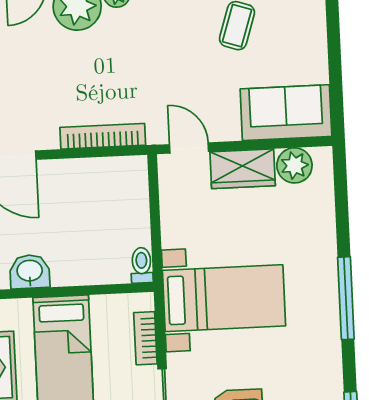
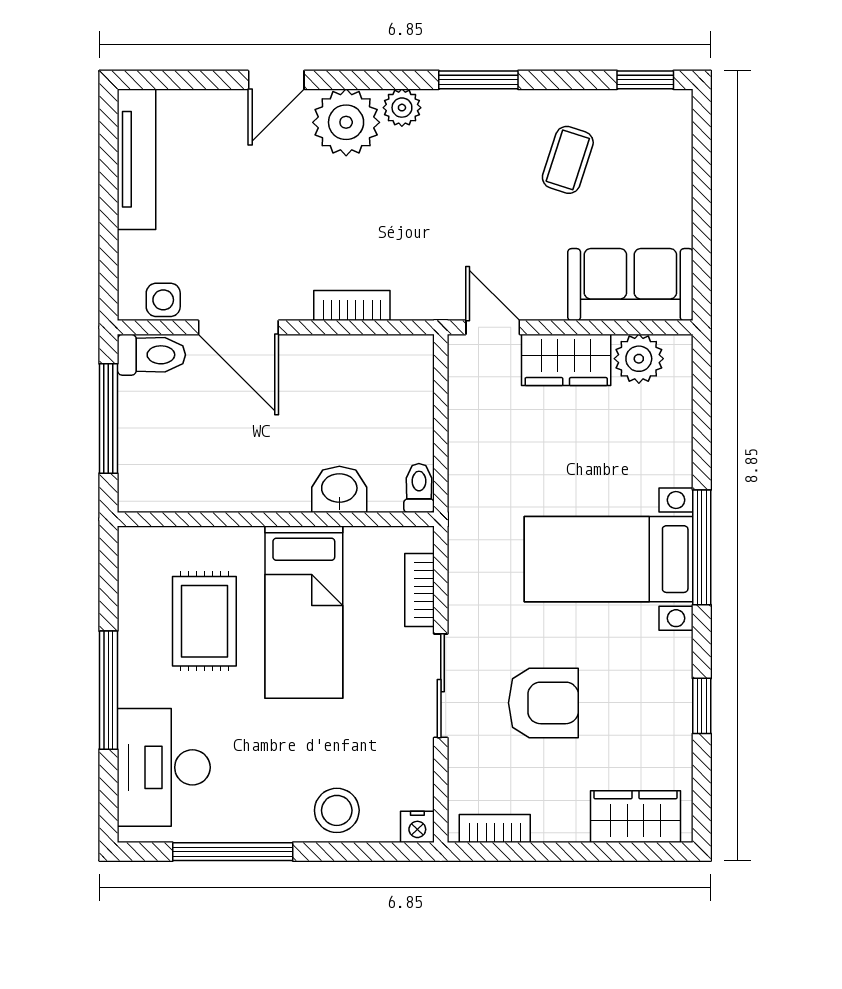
bookcase: (103, 136) -> (352, 306), width x0.64
washbasin: (30, 272) -> (339, 489), moved
bed with nightstands: (224, 298) -> (609, 559), moved, turned 180

